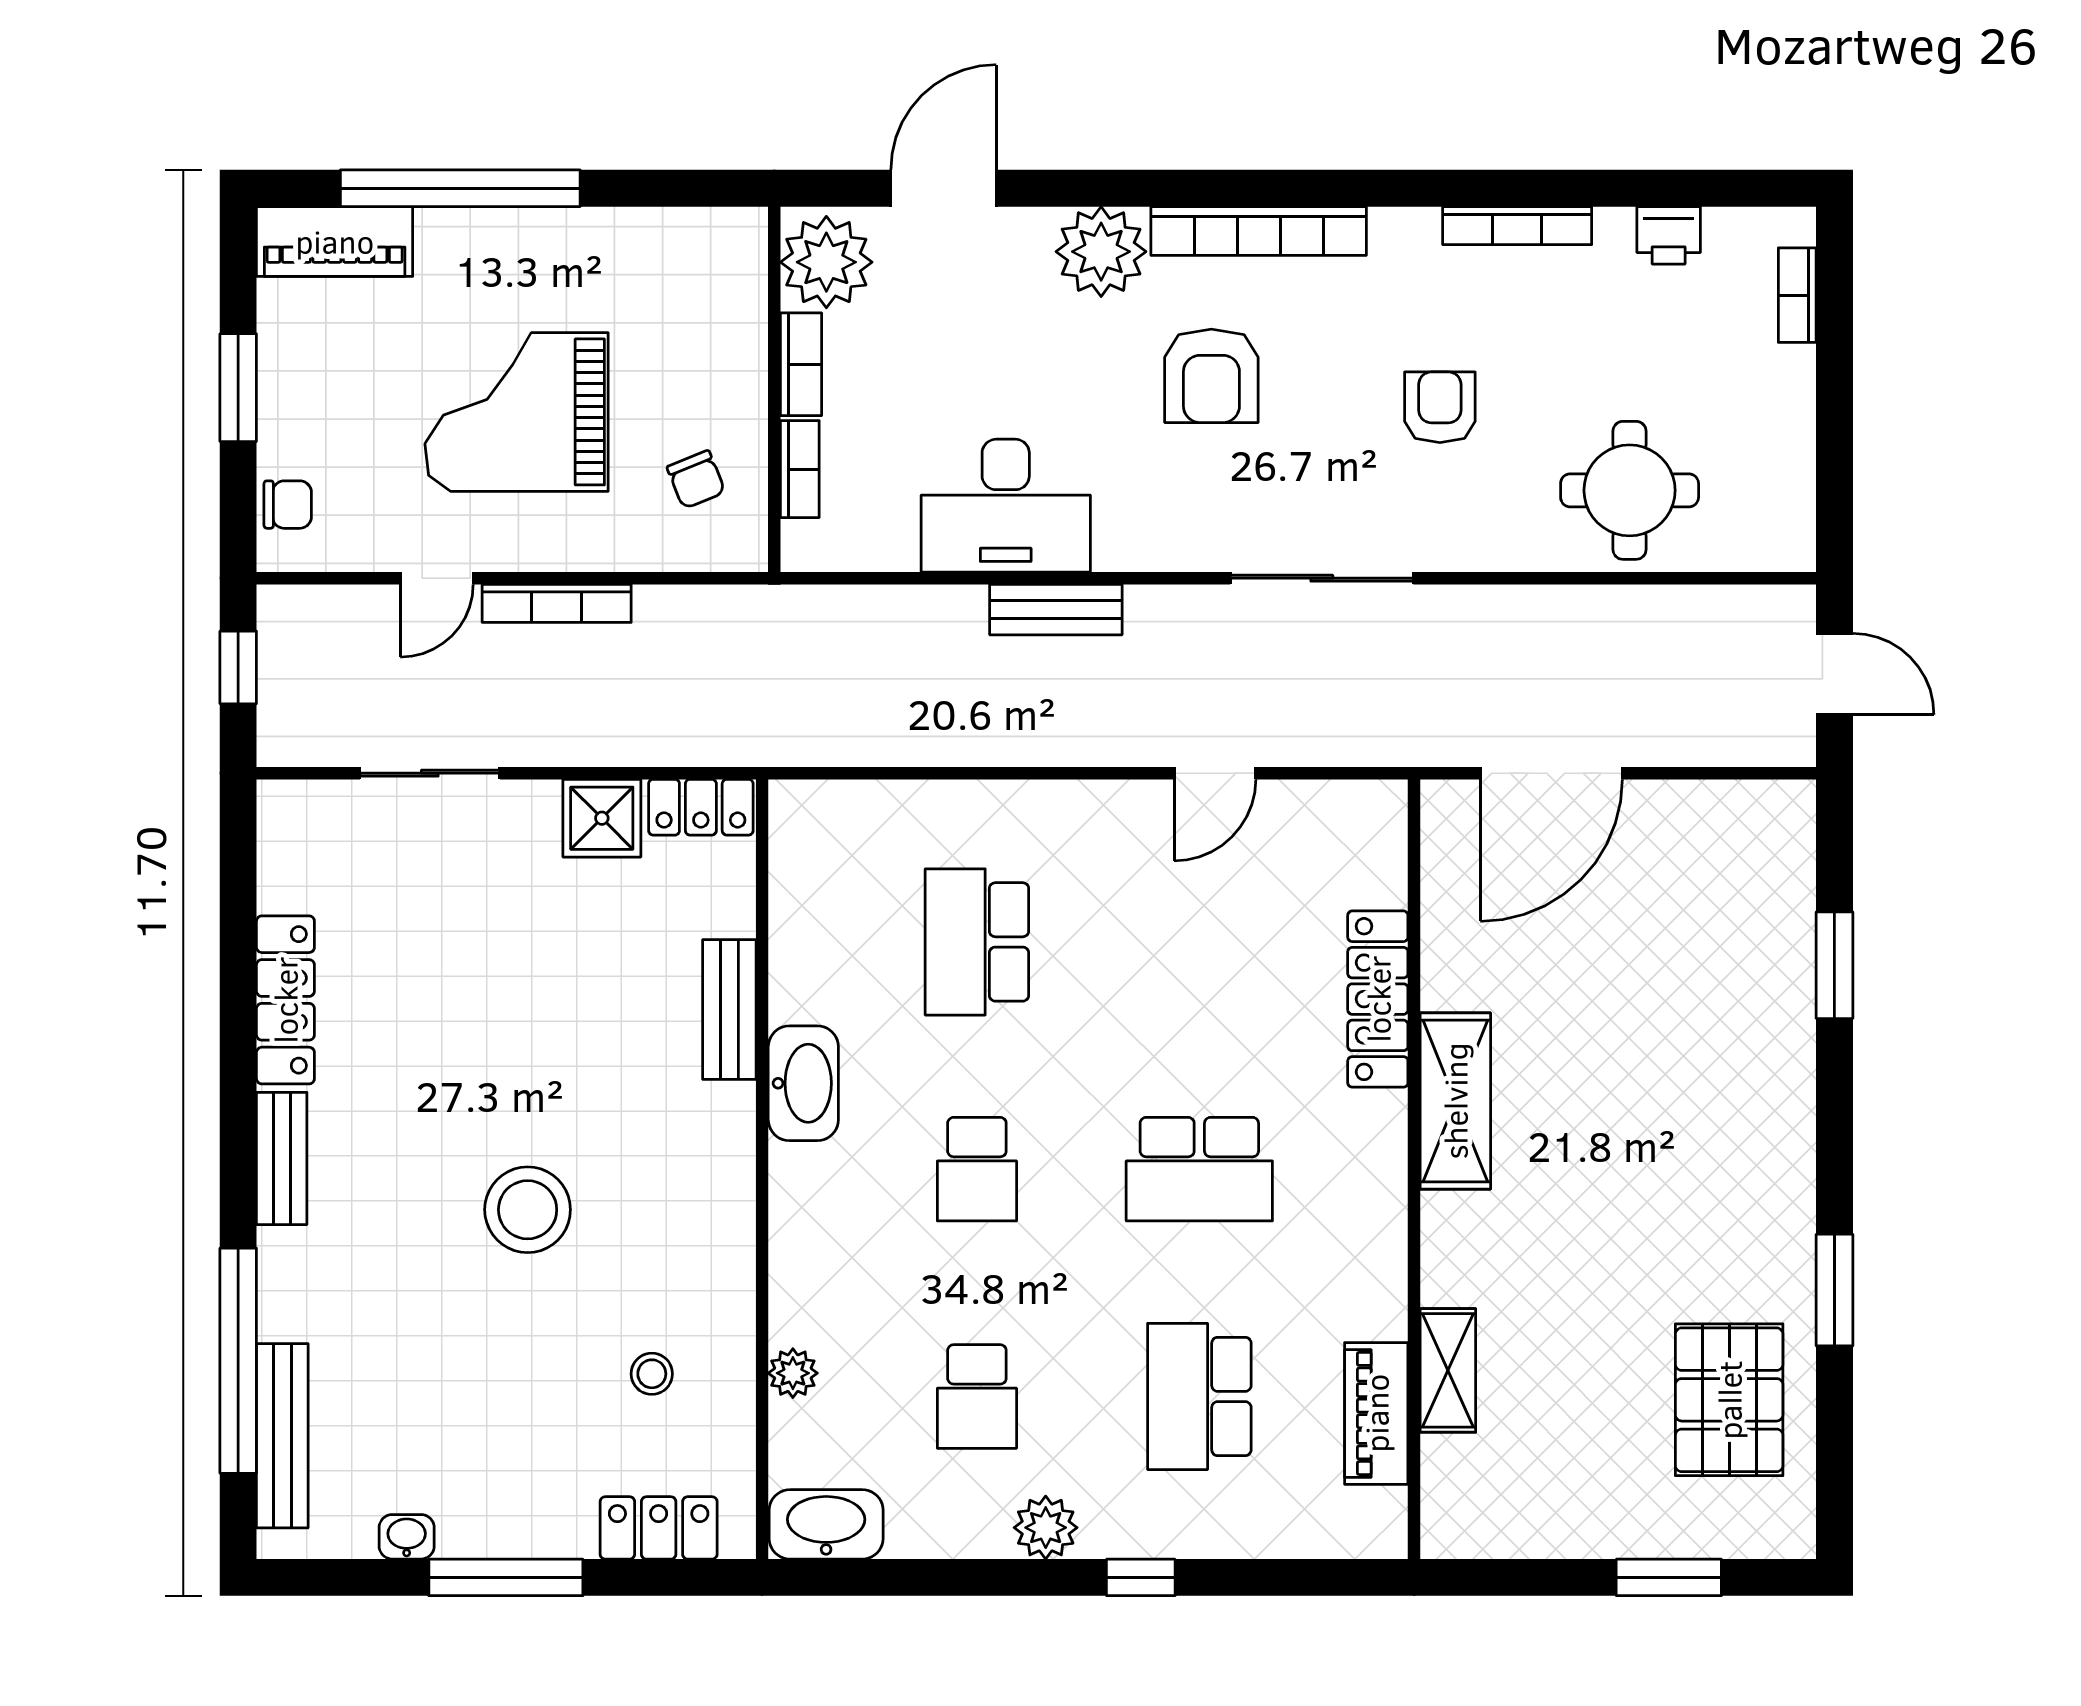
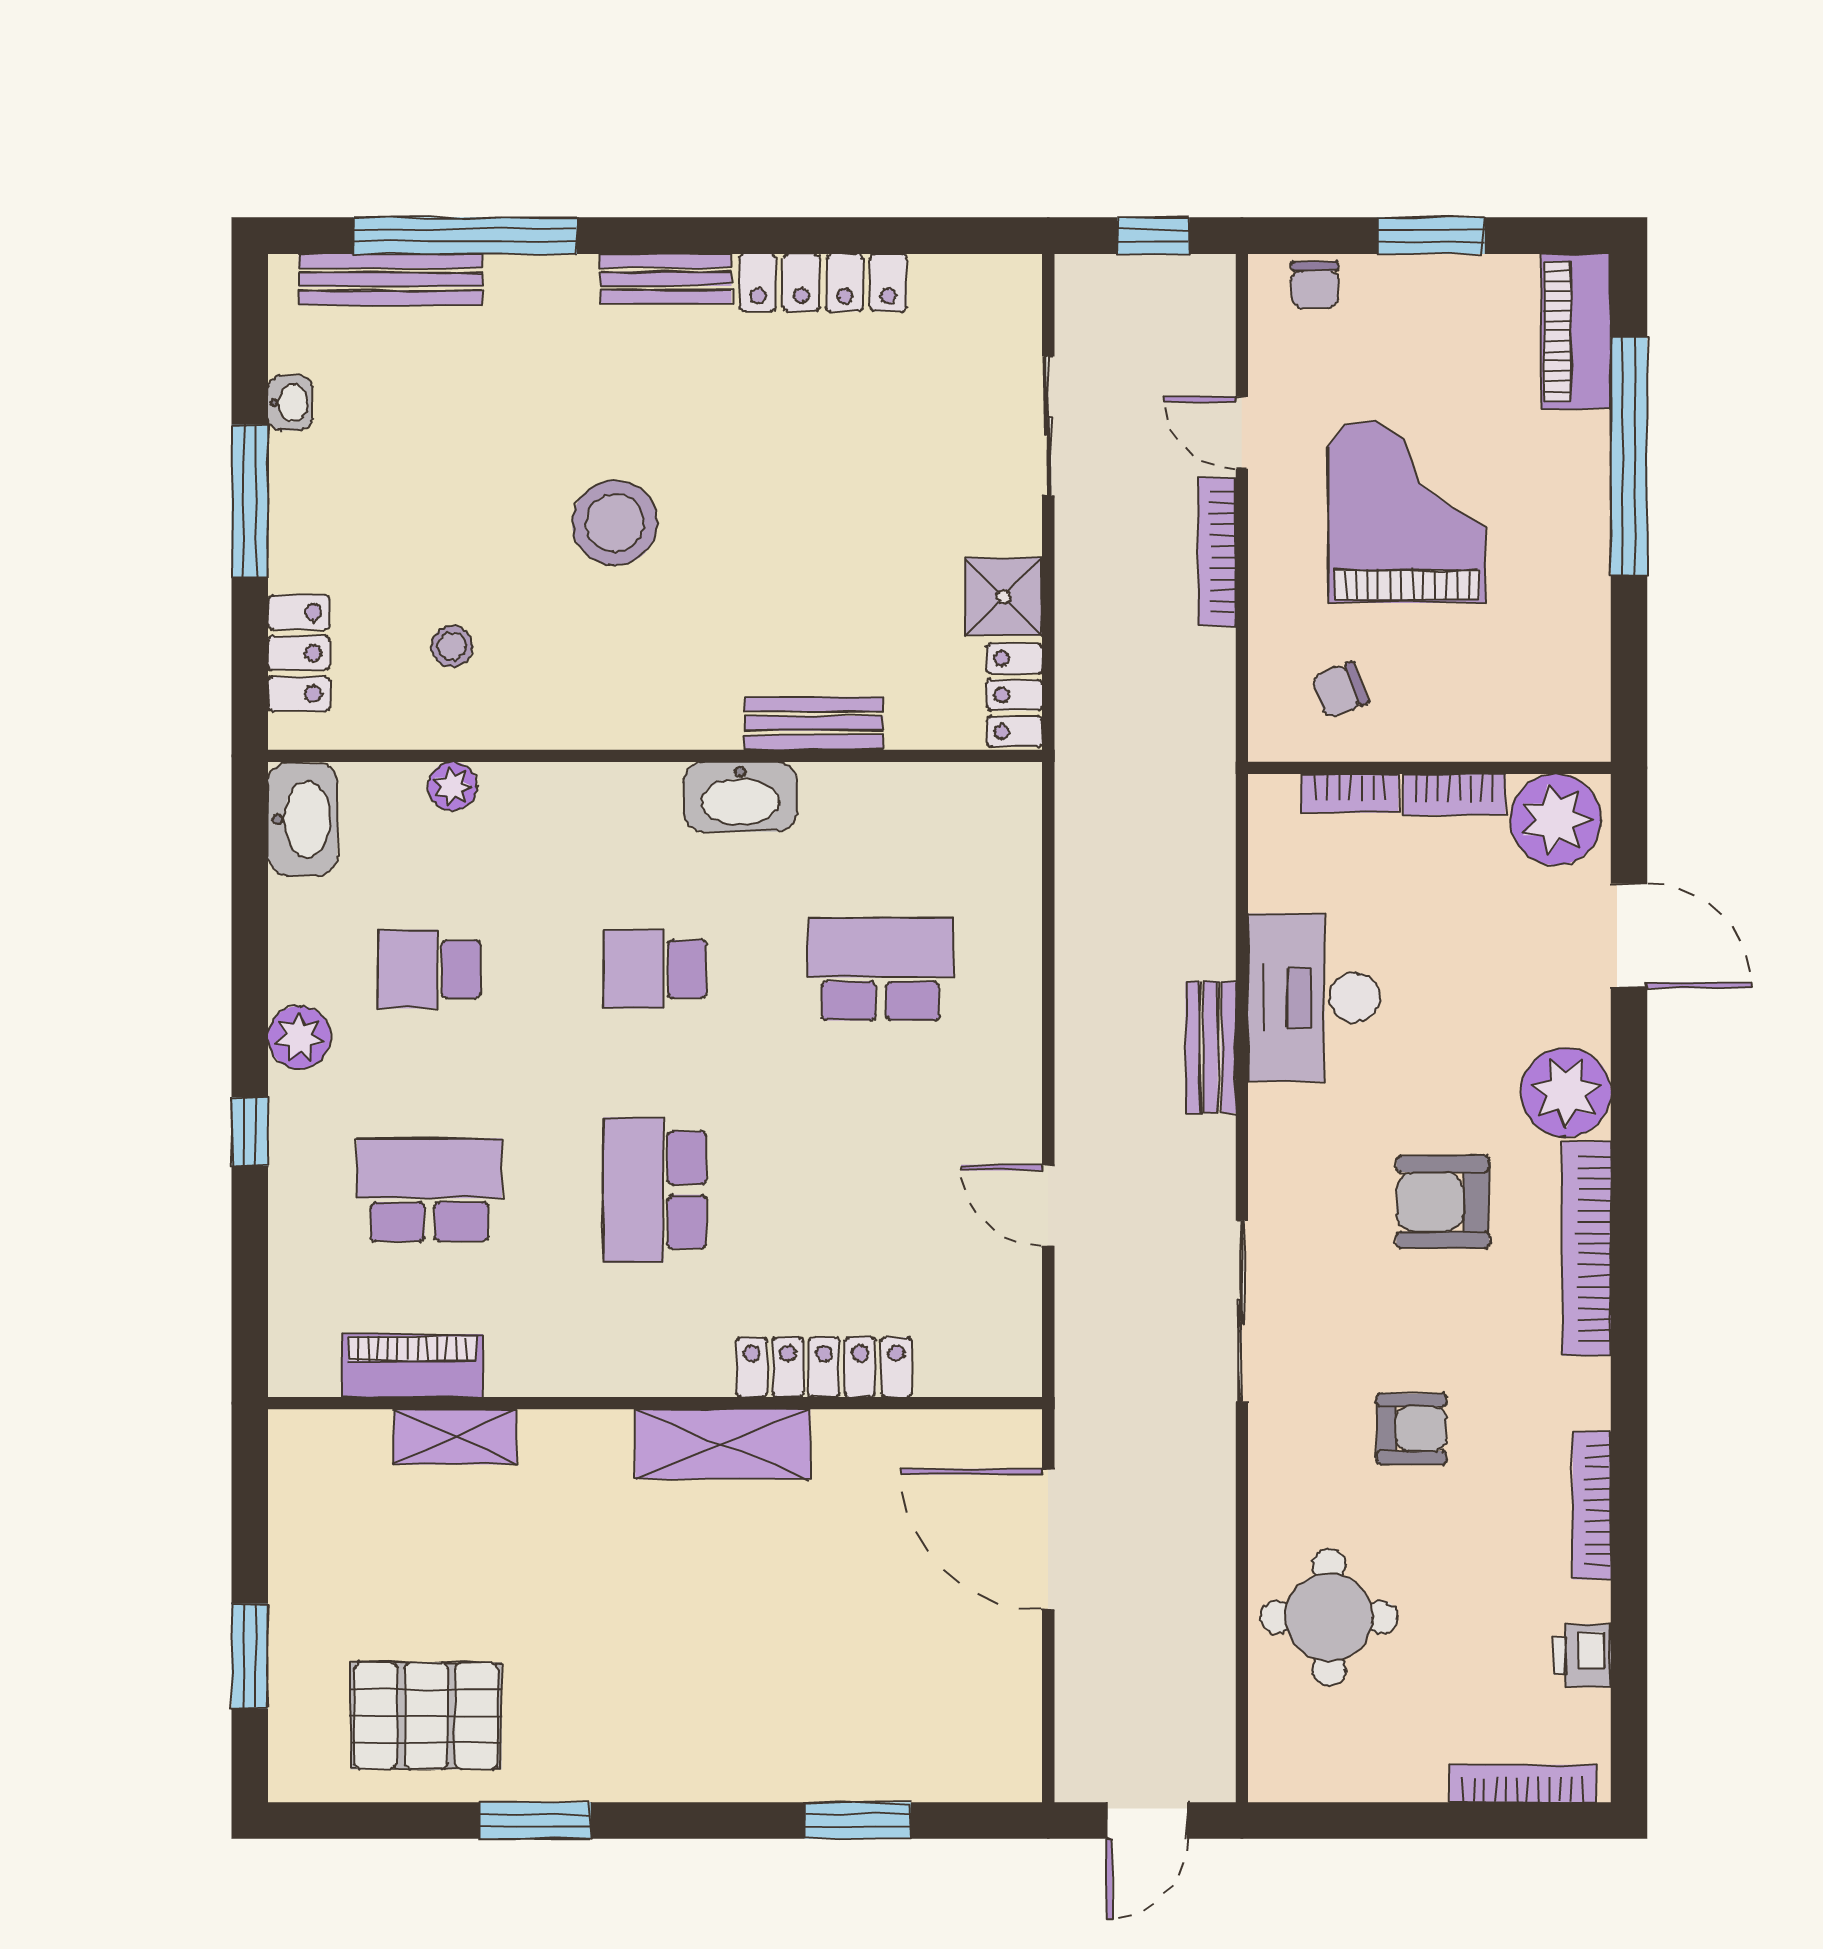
bookcase: (1797, 295) -> (1523, 1784), width x1.56

